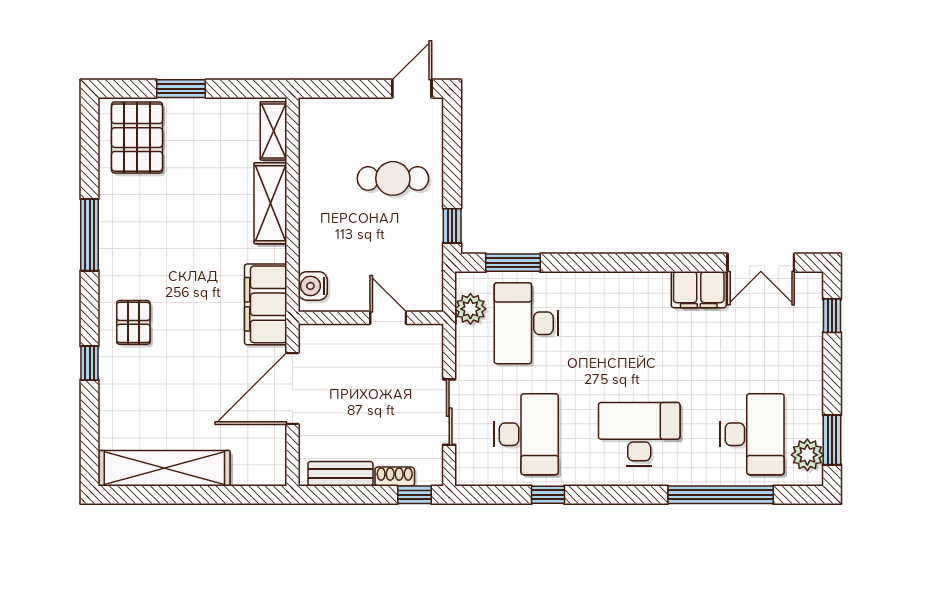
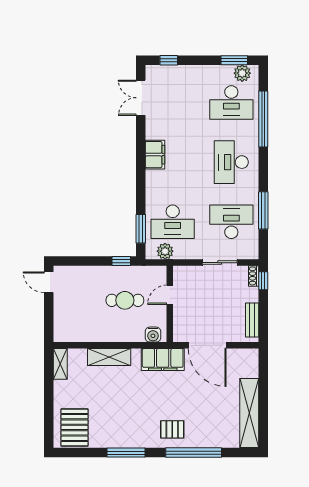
window: (181, 89) -> (49, 404), removed
shelving: (274, 131) -> (60, 364), moved, turned 90
pallet: (137, 138) -> (75, 427), turned 90
cafe table: (393, 178) -> (125, 300), moved, turned 90
double door: (761, 263) -> (141, 98), swing flipped
filing cabinet: (699, 290) -> (155, 155), moved
window: (90, 363) -> (194, 453), width x3.17
desk: (752, 434) -> (231, 102), turned 180
shoe rack: (395, 477) -> (254, 276), moved
window: (548, 495) -> (263, 210), width x2.17

